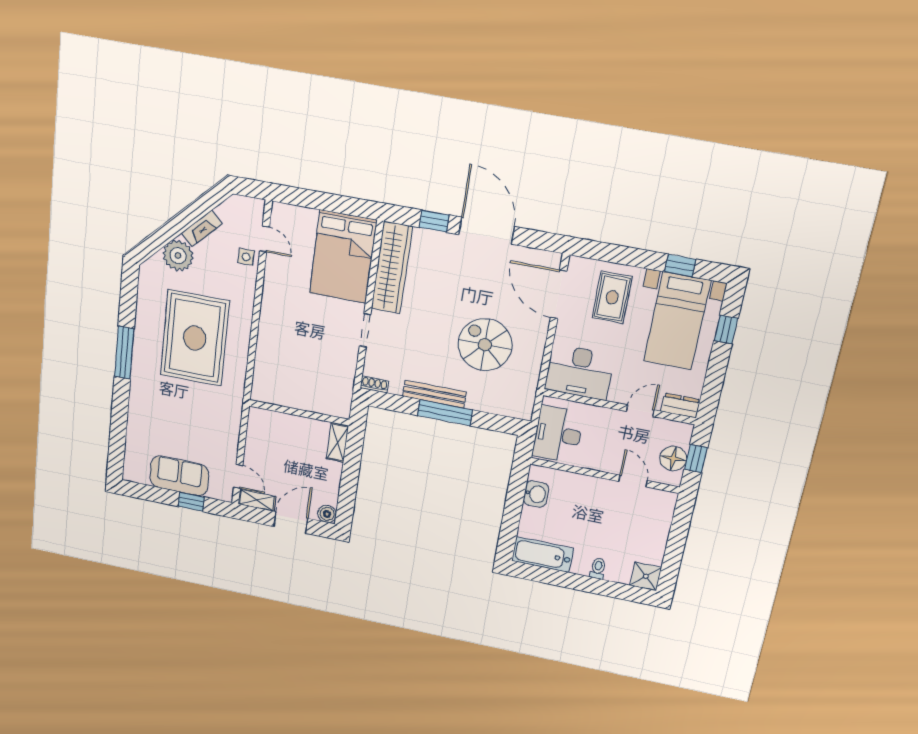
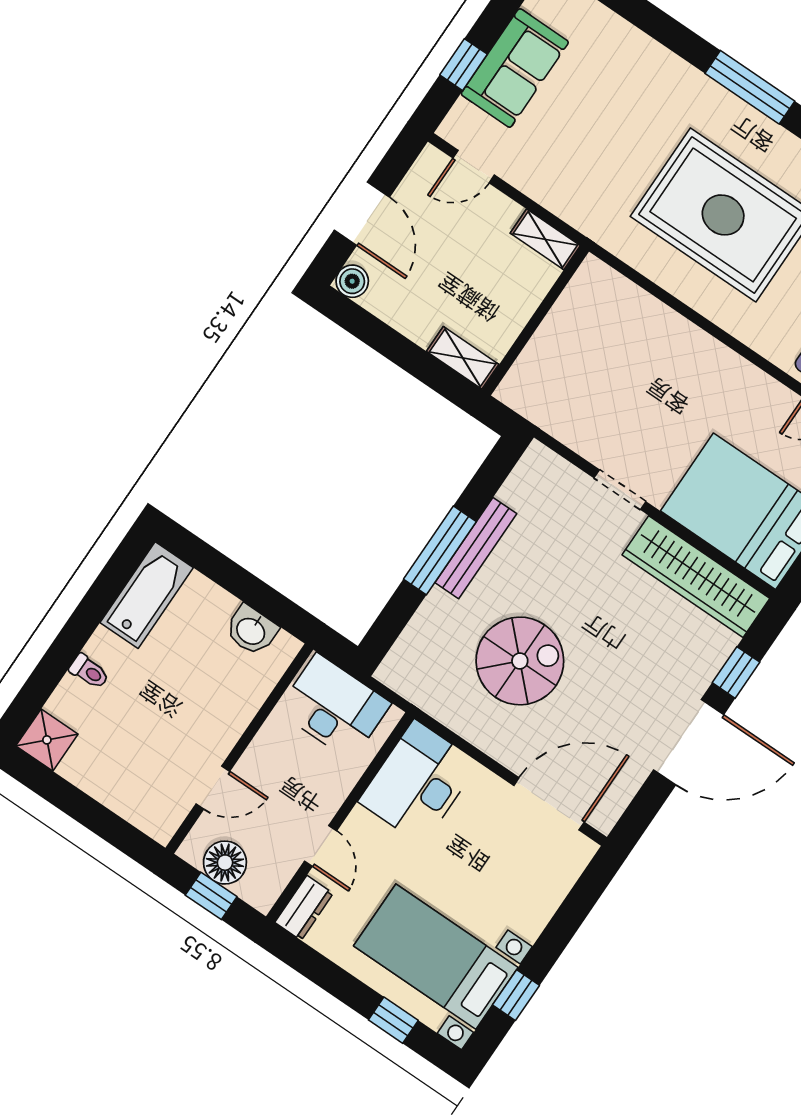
rug: (612, 297) -> (511, 879), removed
shoe rack: (374, 384) -> (530, 462), removed
shelving: (257, 500) -> (545, 239), moved, turned 90

